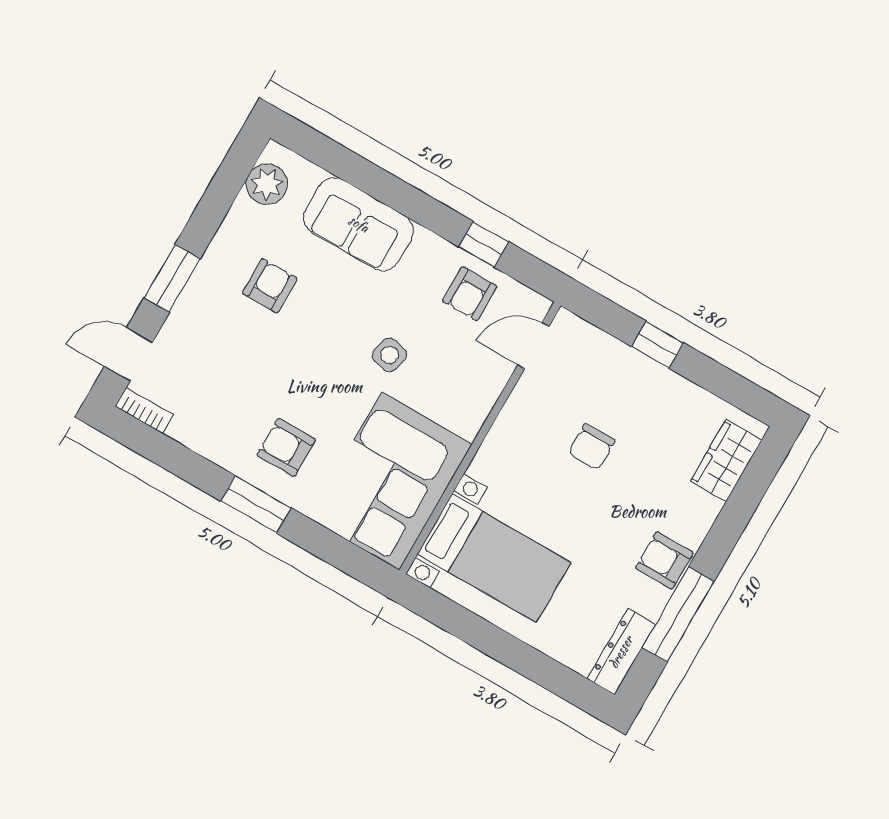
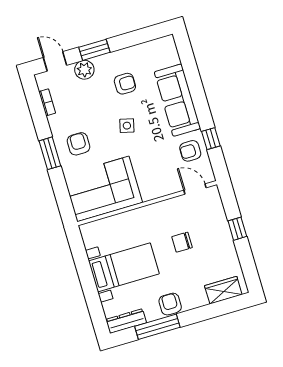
plant: (267, 184) -> (84, 70), moved
sofa: (359, 224) -> (177, 100), width x1.36
side table: (390, 355) -> (127, 126), moved
bookcase: (144, 411) -> (47, 102), moved
bed with nightstands: (494, 558) -> (124, 267), moved, turned -90

